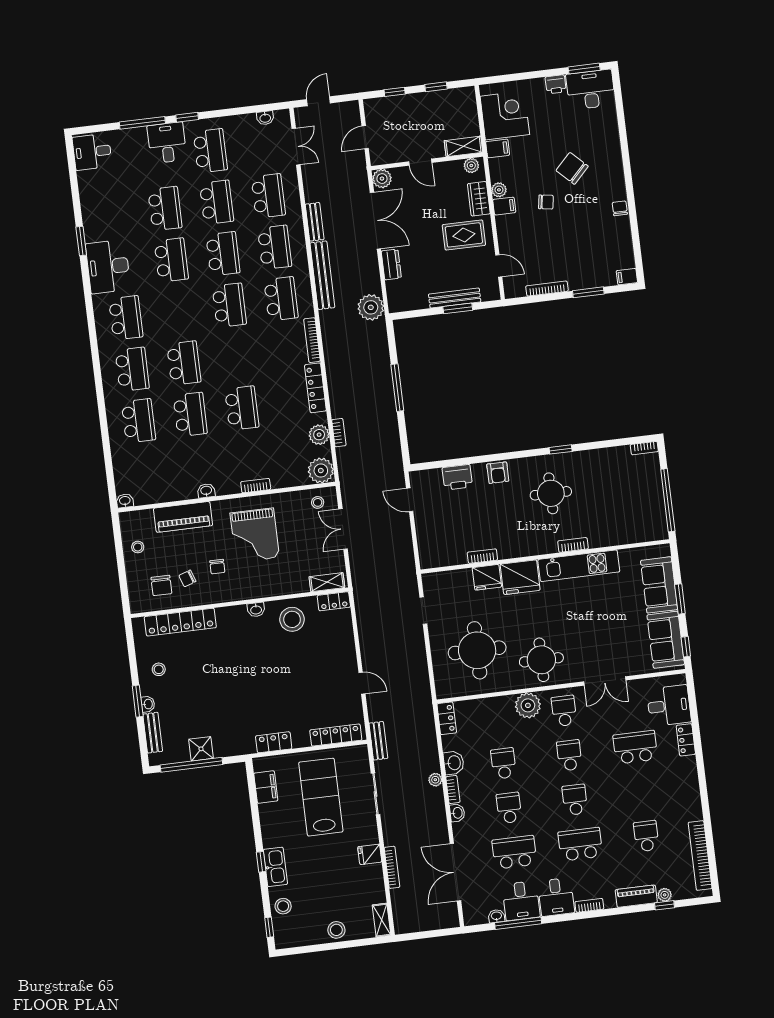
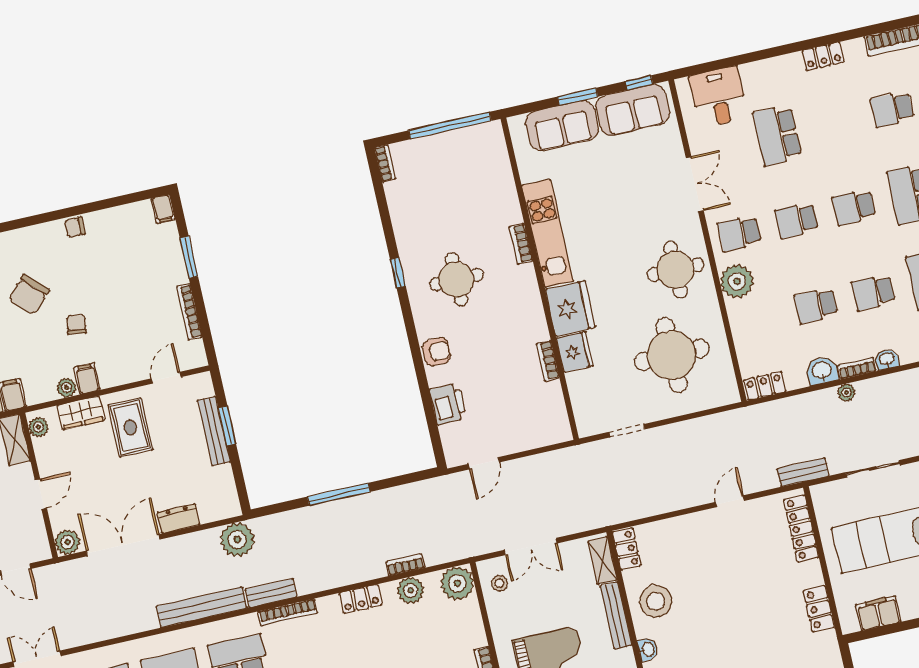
bench: (315, 222) -> (271, 593), moved
locker: (315, 388) -> (361, 599), width x0.66
bench: (284, 588) -> (616, 615), added
locker: (686, 740) -> (823, 56), moved

